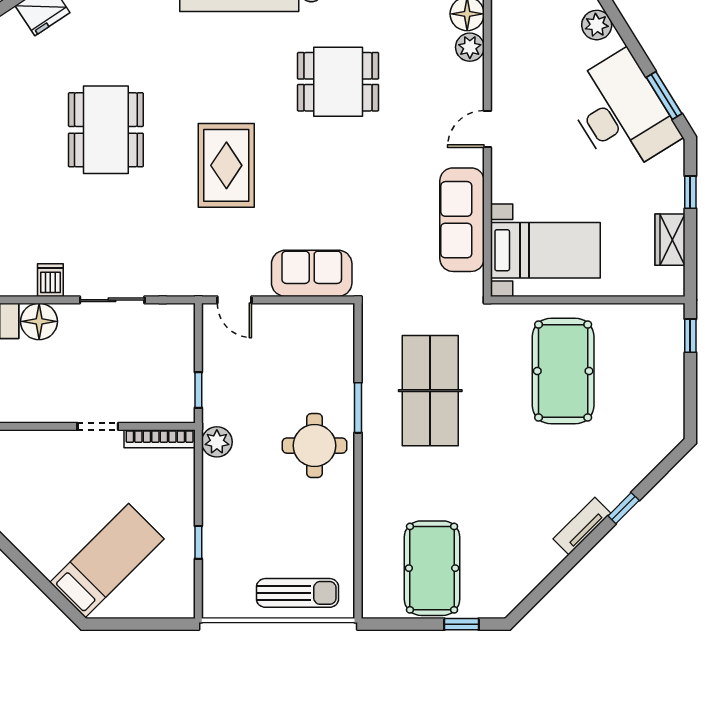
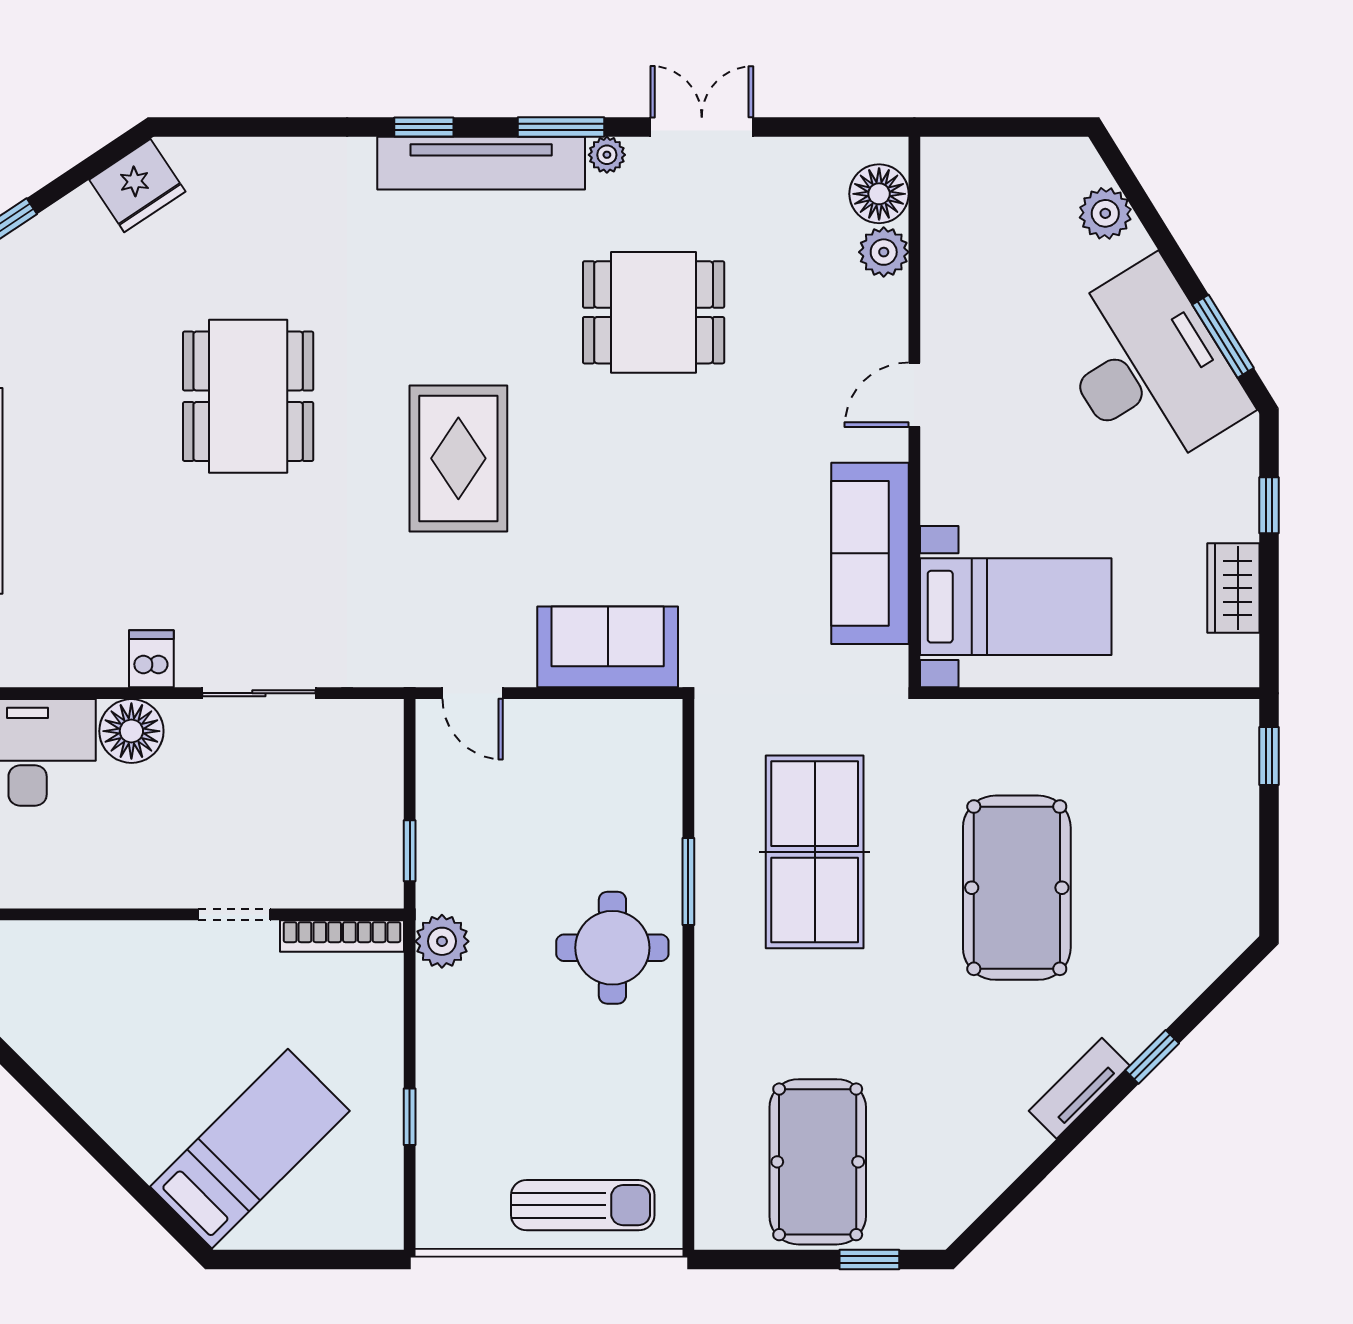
pool table: (563, 371) -> (1017, 888), moved

